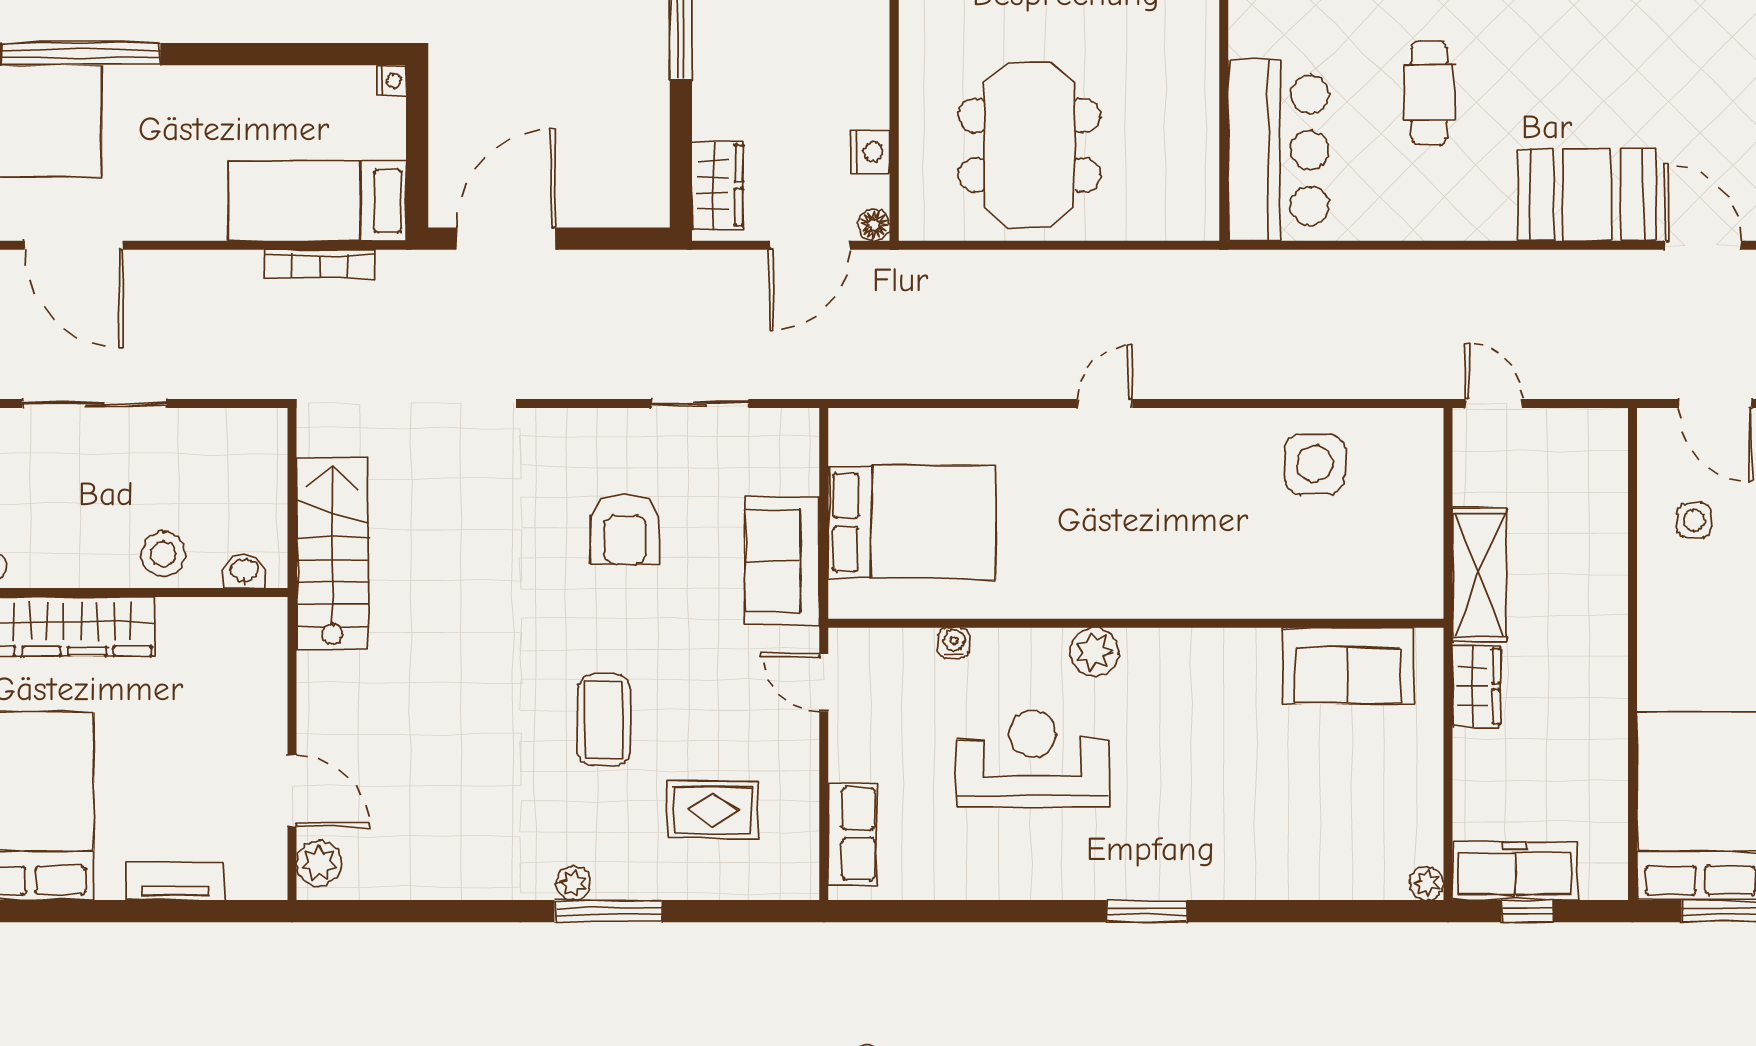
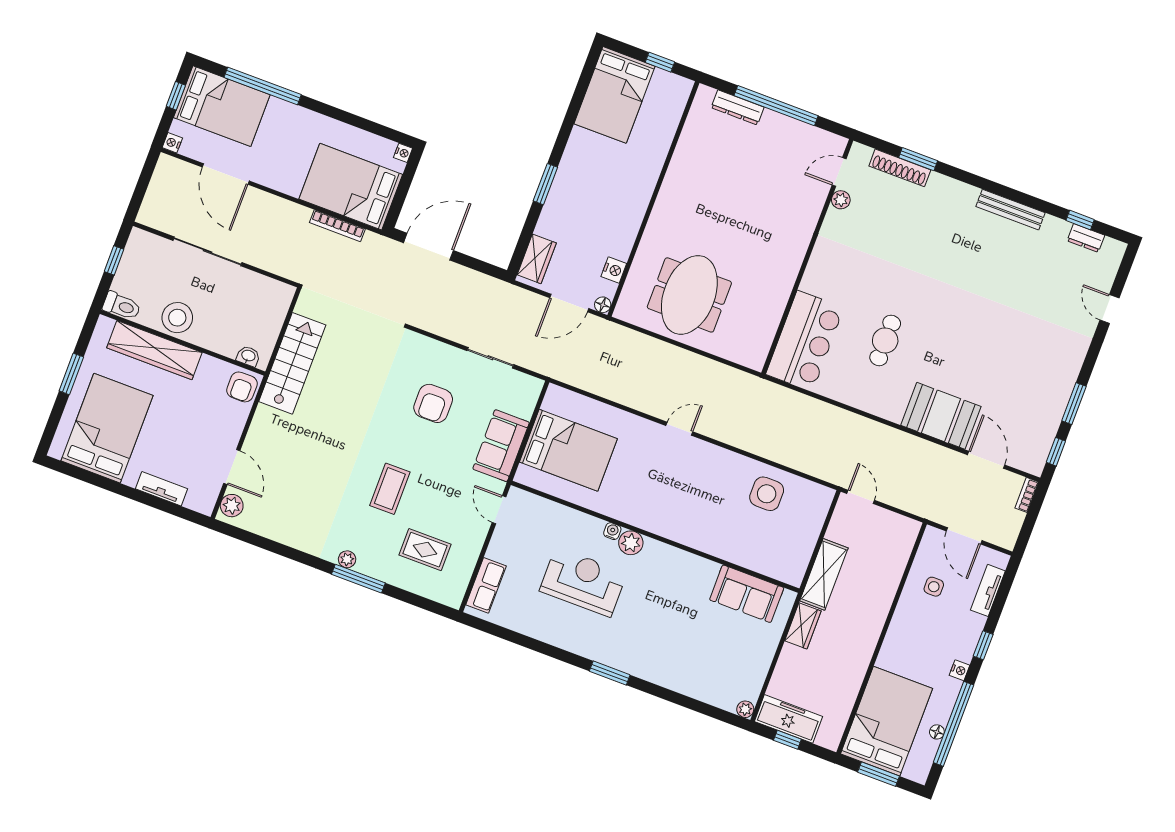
bed: (317, 201) -> (351, 187), width x1.50
stool: (163, 554) -> (177, 318), moved, width x1.38, depth x1.38
armchair: (255, 634) -> (242, 387), added
water cooler: (954, 643) -> (612, 531), moved

